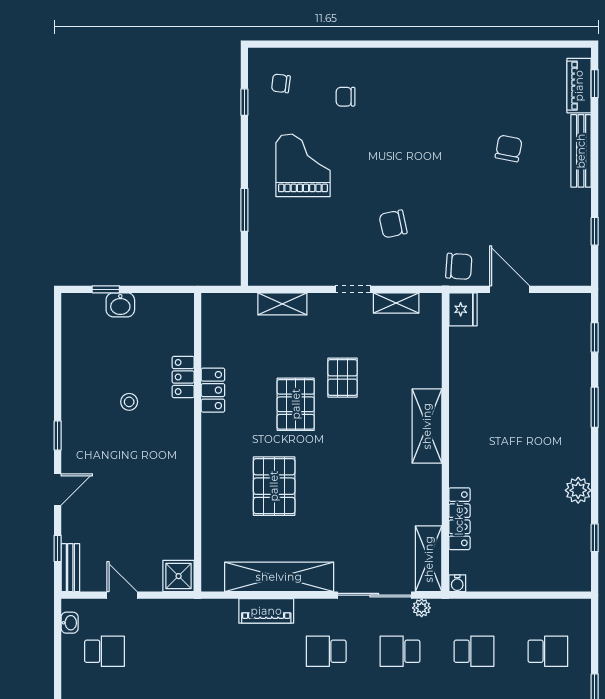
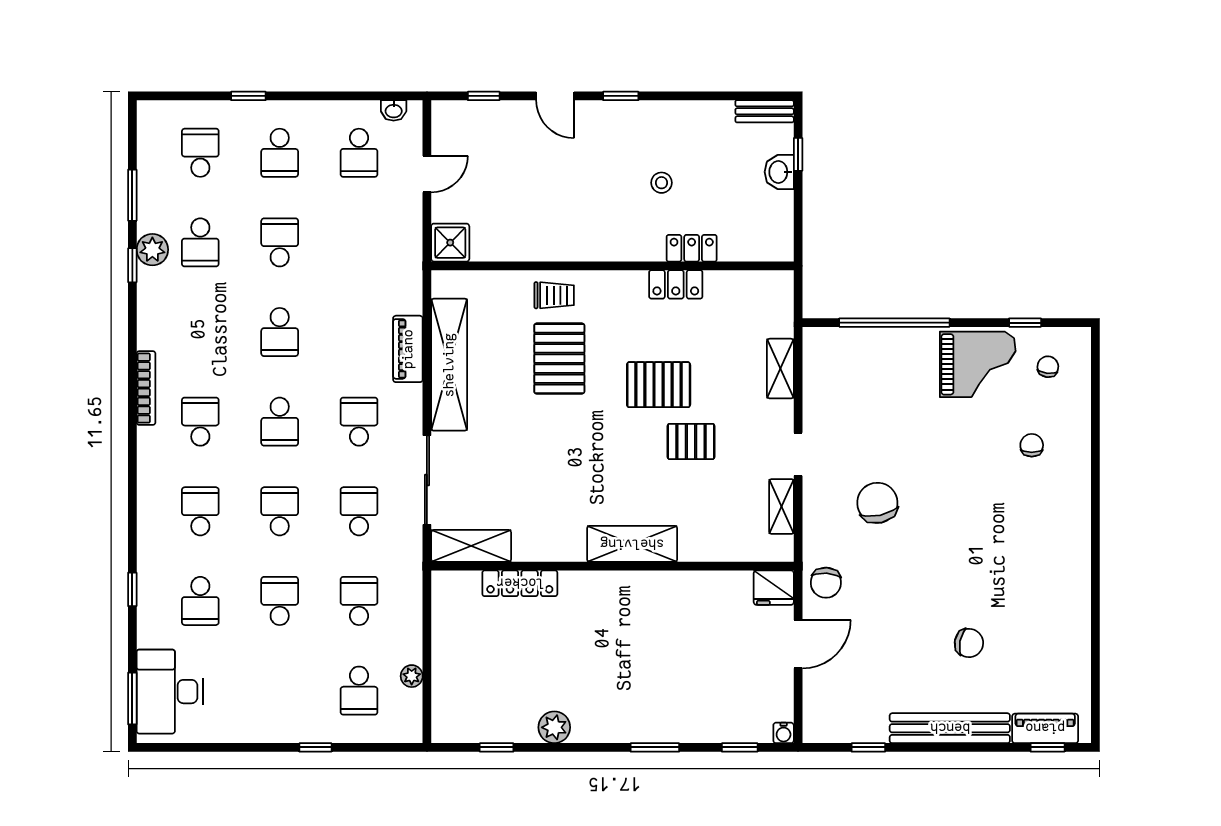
bench: (581, 151) -> (950, 728), width x1.37, depth x1.21
grand piano: (303, 165) -> (978, 364), moved
window: (244, 210) -> (894, 323), width x2.11
chair: (393, 224) -> (877, 503), width x1.37, depth x1.37
pallet: (274, 486) -> (559, 359), turned 90
trolley: (222, 490) -> (554, 295), added
bench: (70, 568) -> (765, 111), moved
water cooler: (457, 583) -> (784, 733), moved, turned -90
plant: (422, 608) -> (412, 676), moved
school desk: (474, 651) -> (359, 601), turned 180

